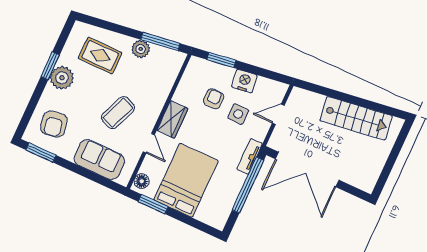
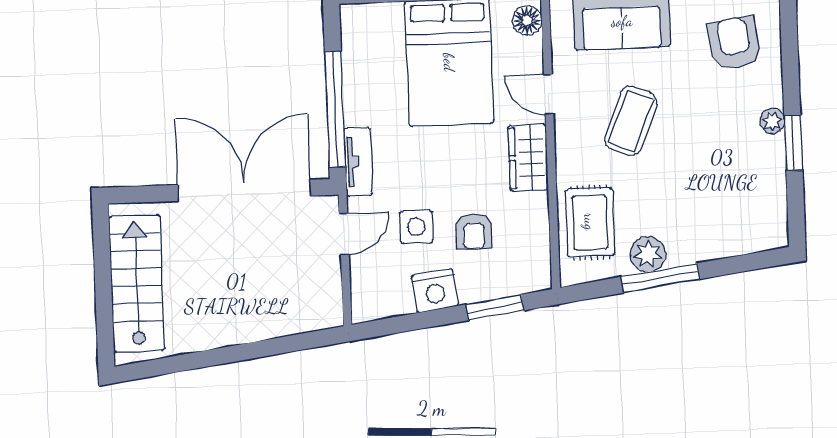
window: (160, 41) -> (660, 278), moved
rug: (100, 56) -> (590, 222), moved, turned 90
plant: (62, 78) -> (772, 121), width x0.53, depth x0.53
door: (278, 114) -> (344, 234), moved
stairs: (356, 118) -> (137, 283), moved, turned 98

